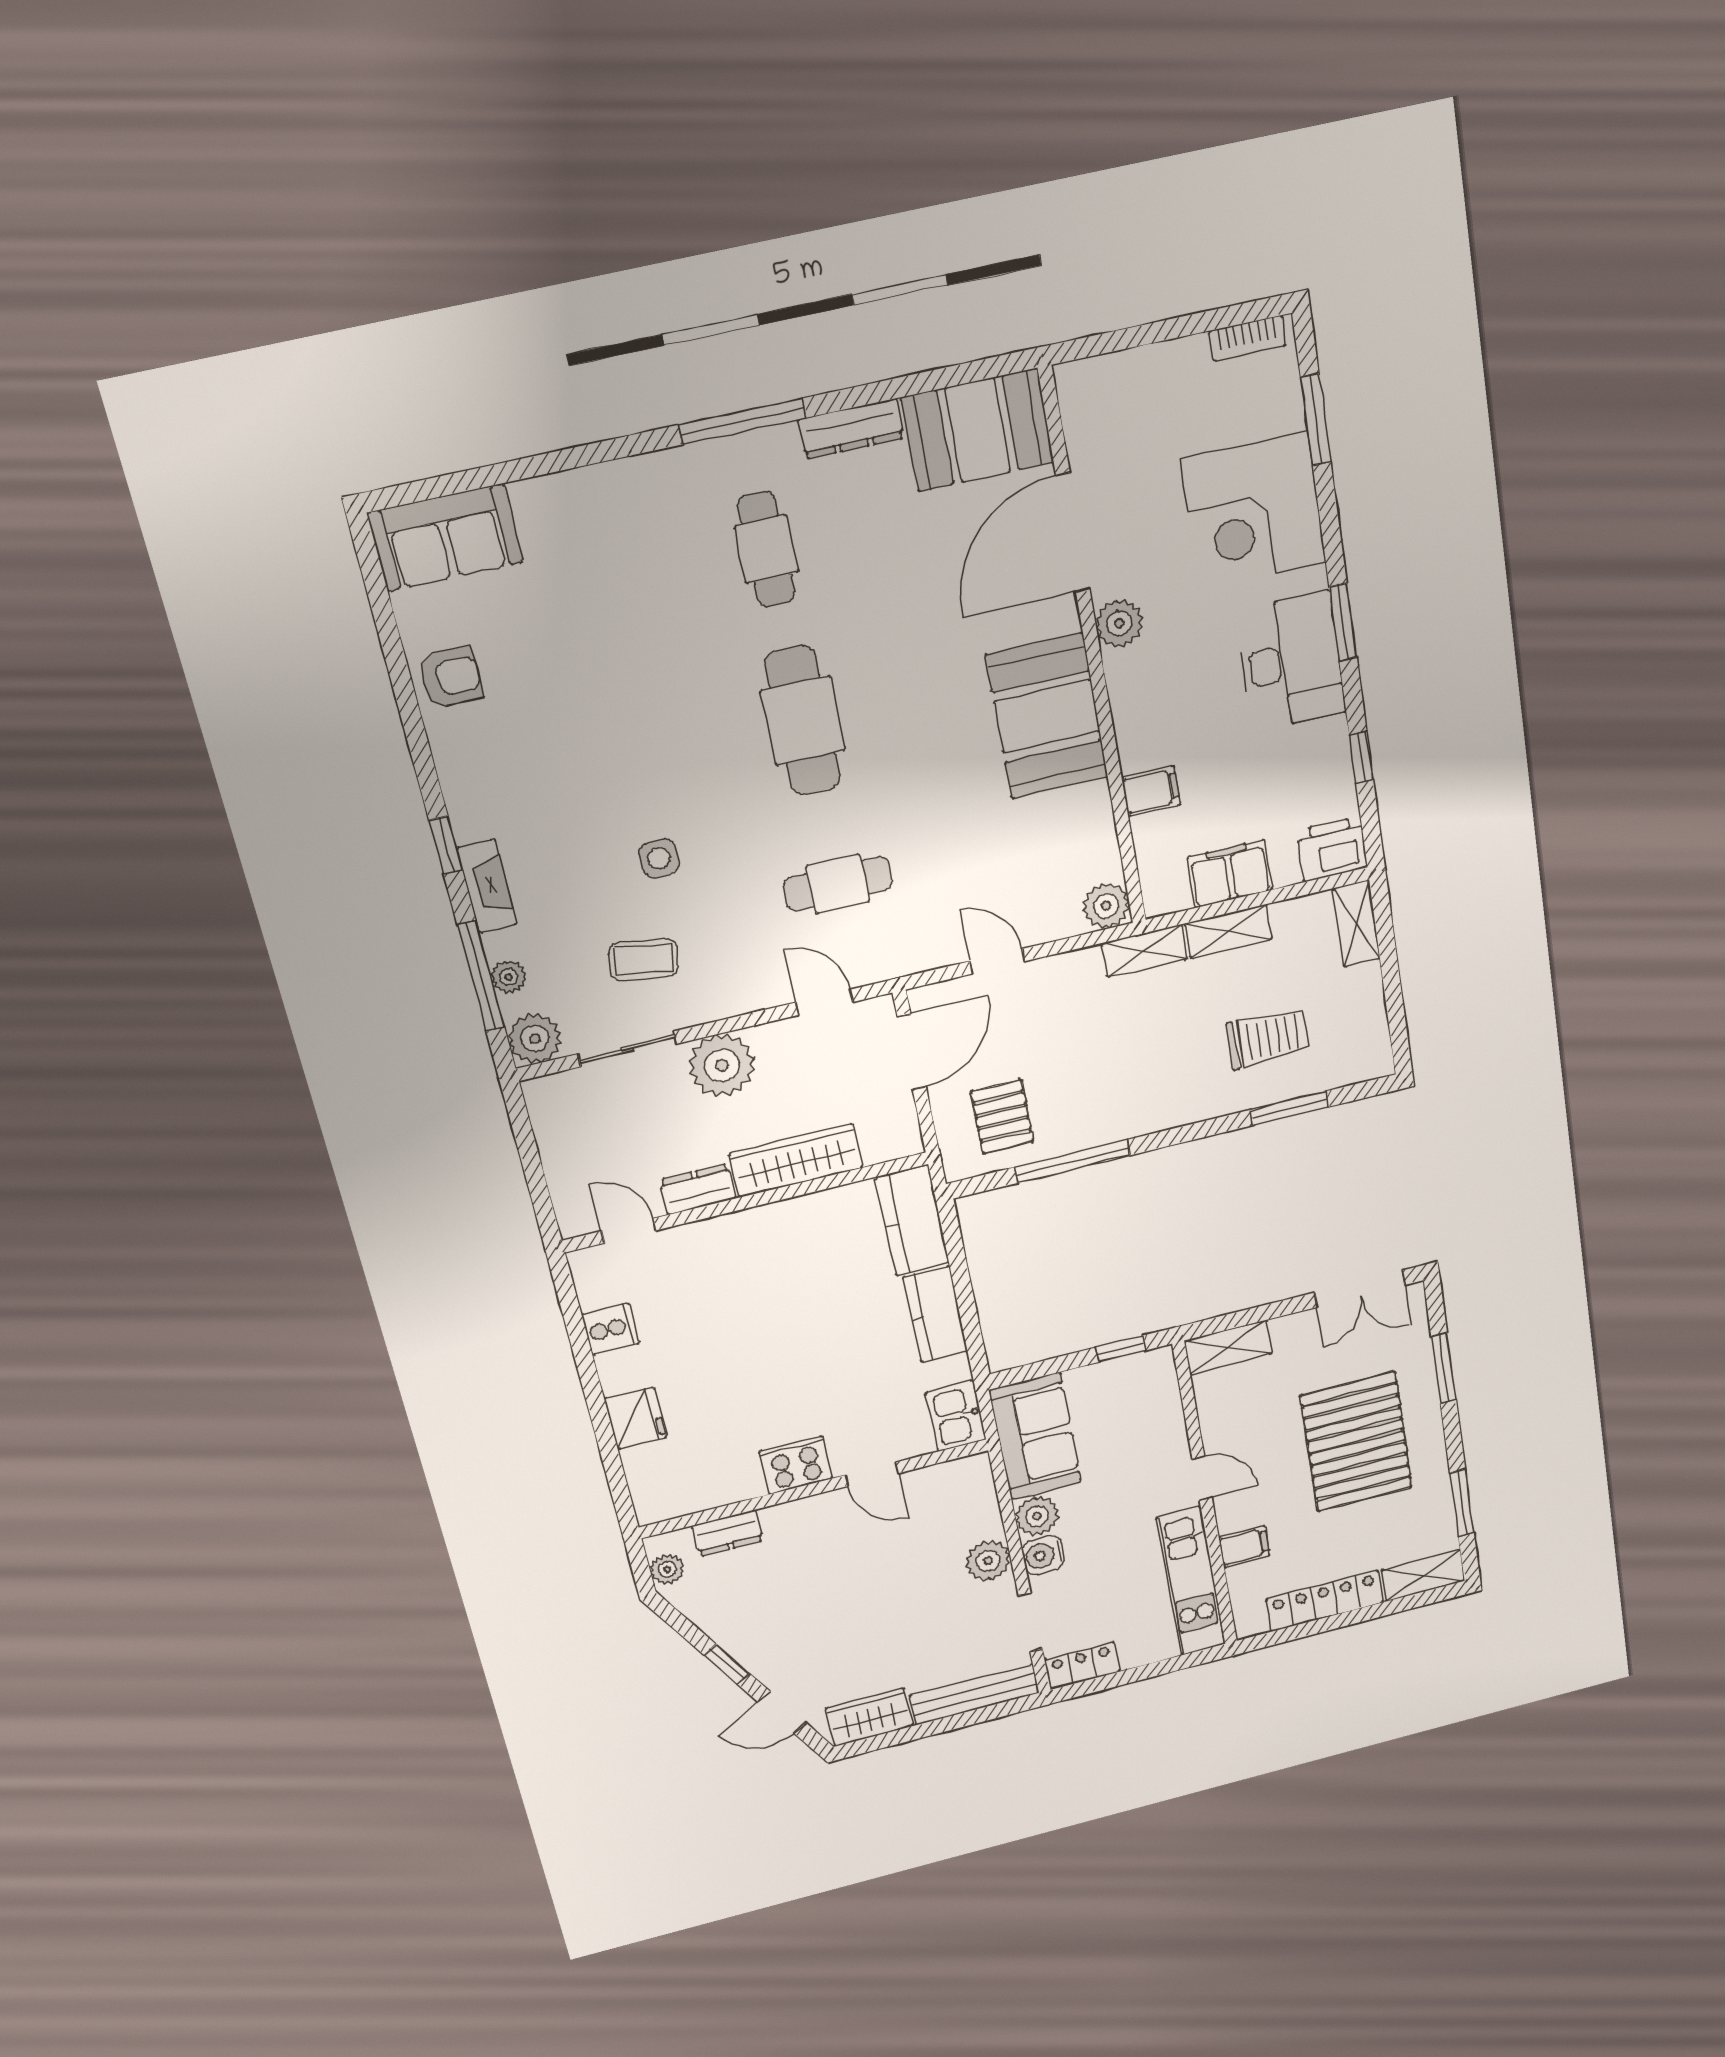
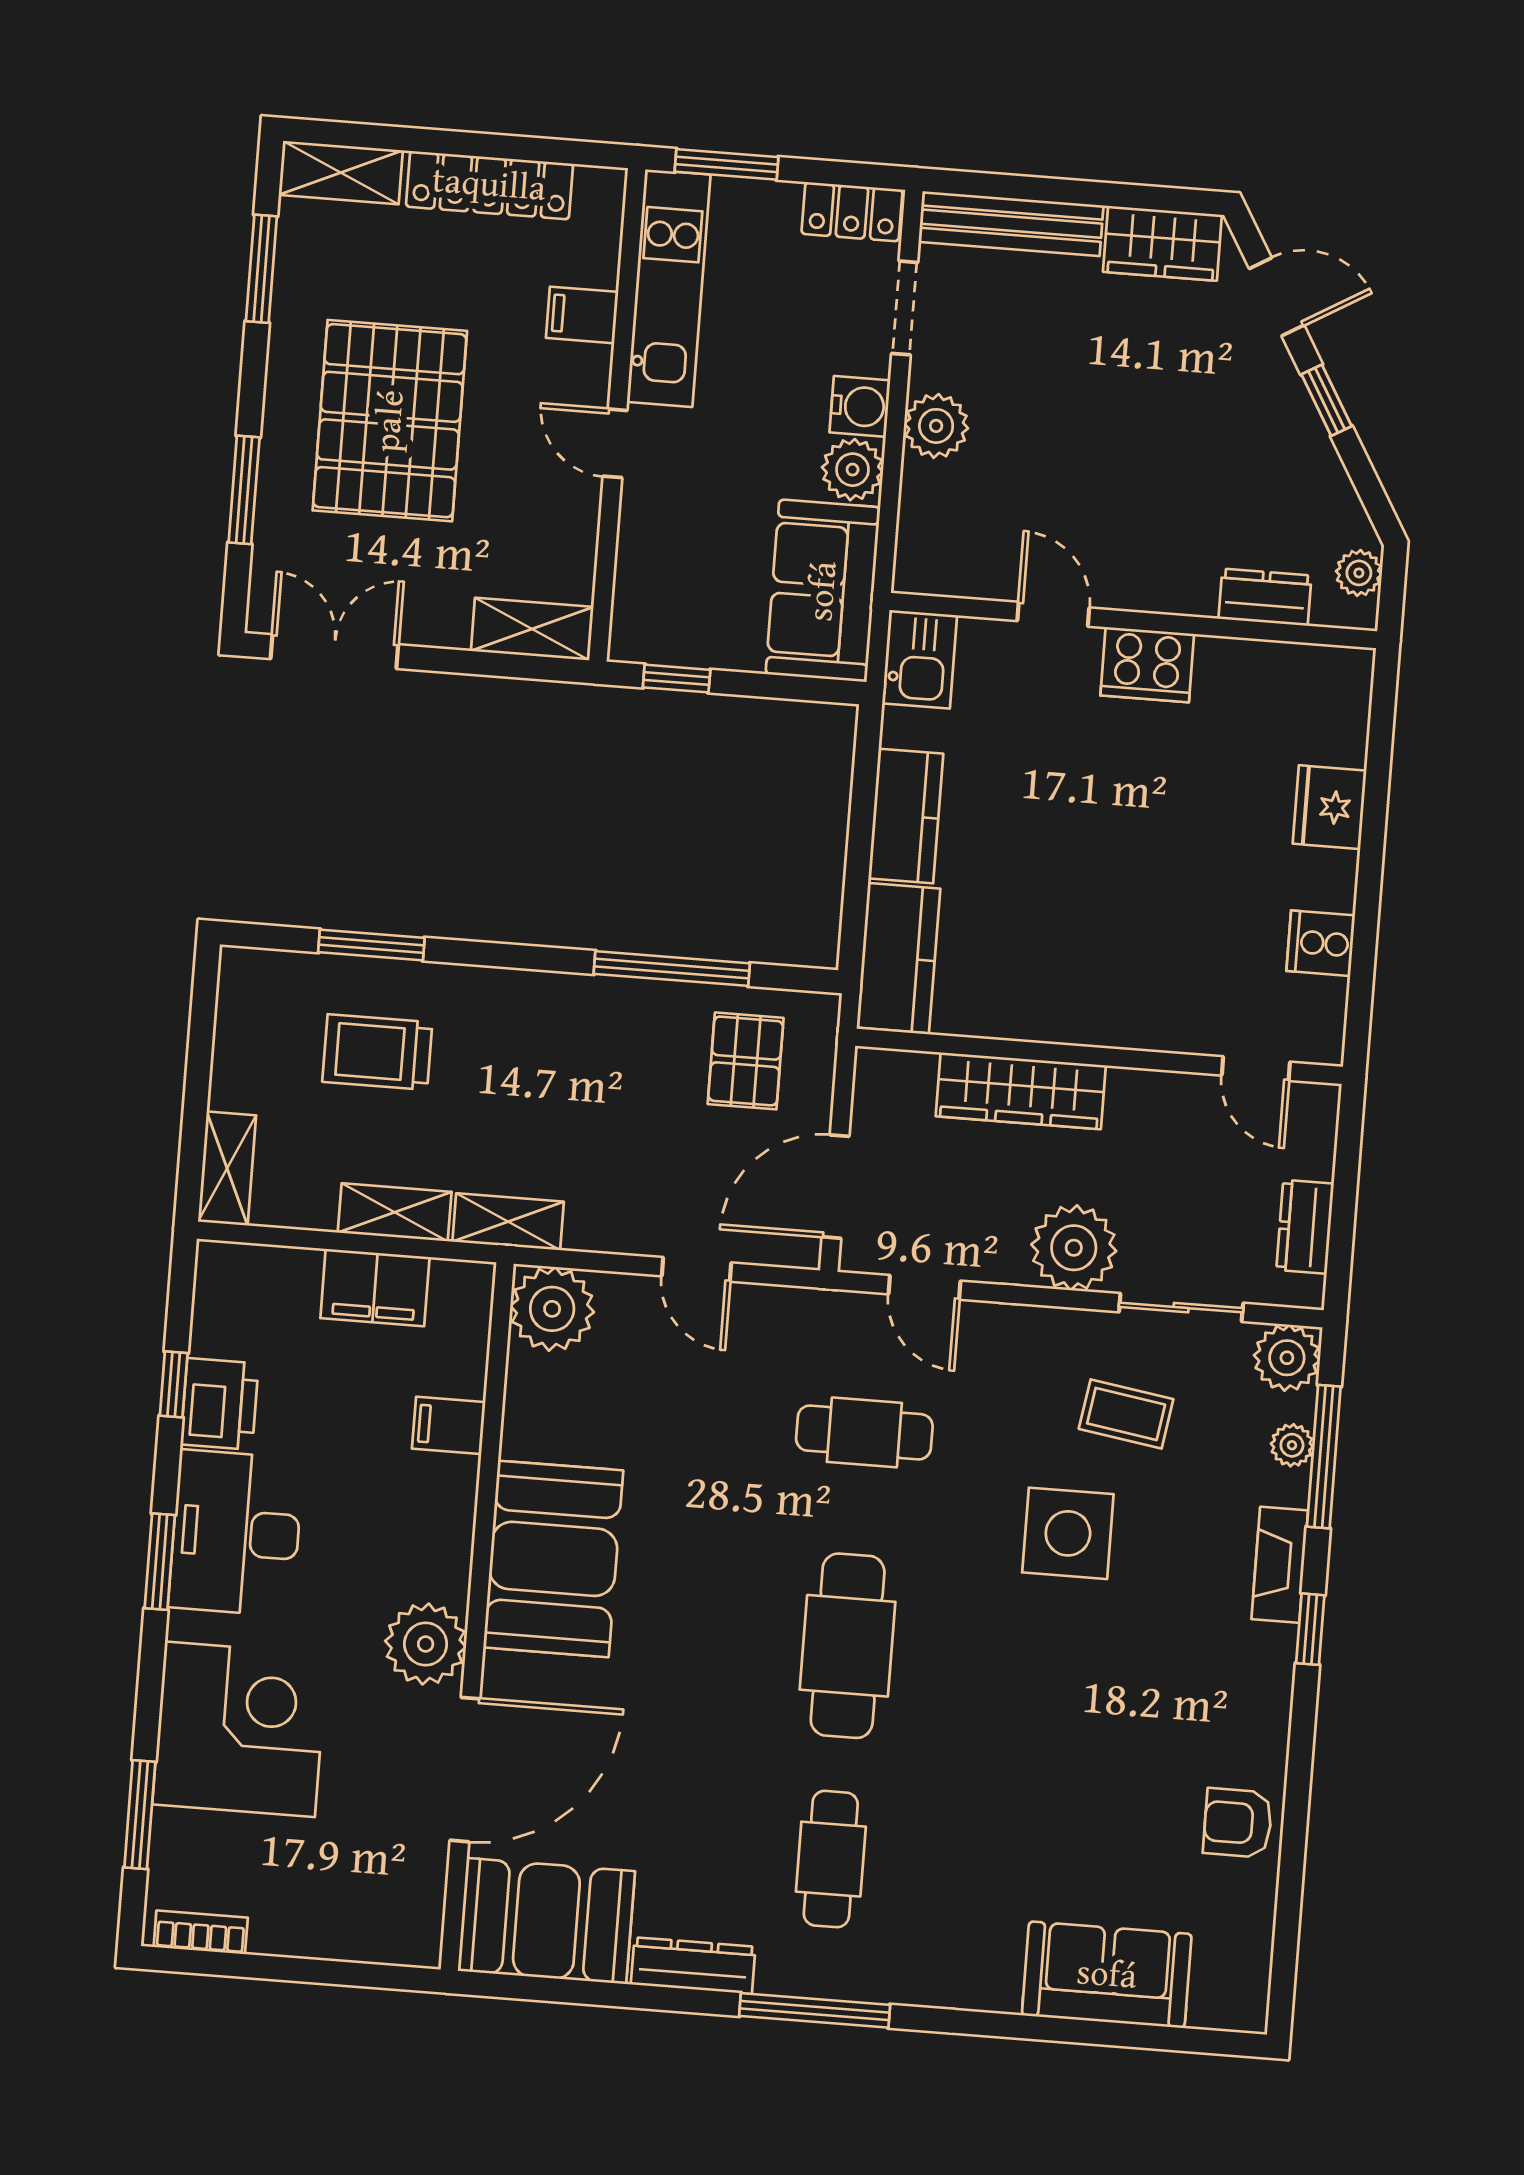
sofa: (445, 538) -> (1107, 1975), moved
plant: (1119, 623) -> (426, 1644), width x1.36, depth x1.36
printer: (1332, 849) -> (220, 1404), moved, turned -90
side table: (659, 858) -> (1068, 1533), width x1.87, depth x1.87
plant: (1106, 906) -> (552, 1309), width x1.36, depth x1.36
dresser: (698, 1189) -> (1305, 1227), moved, turned 90
window: (1173, 1665) -> (726, 164), added

